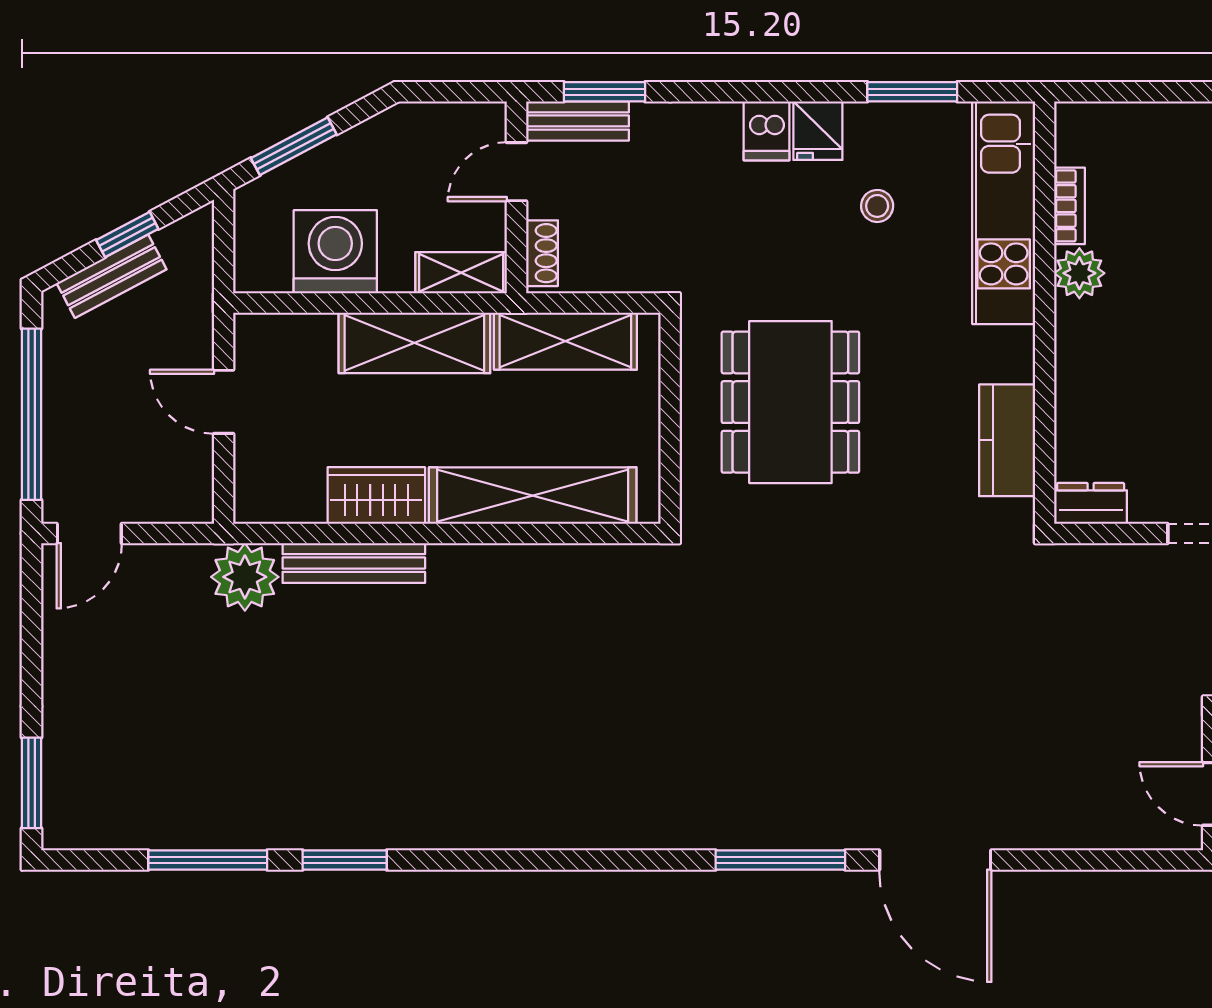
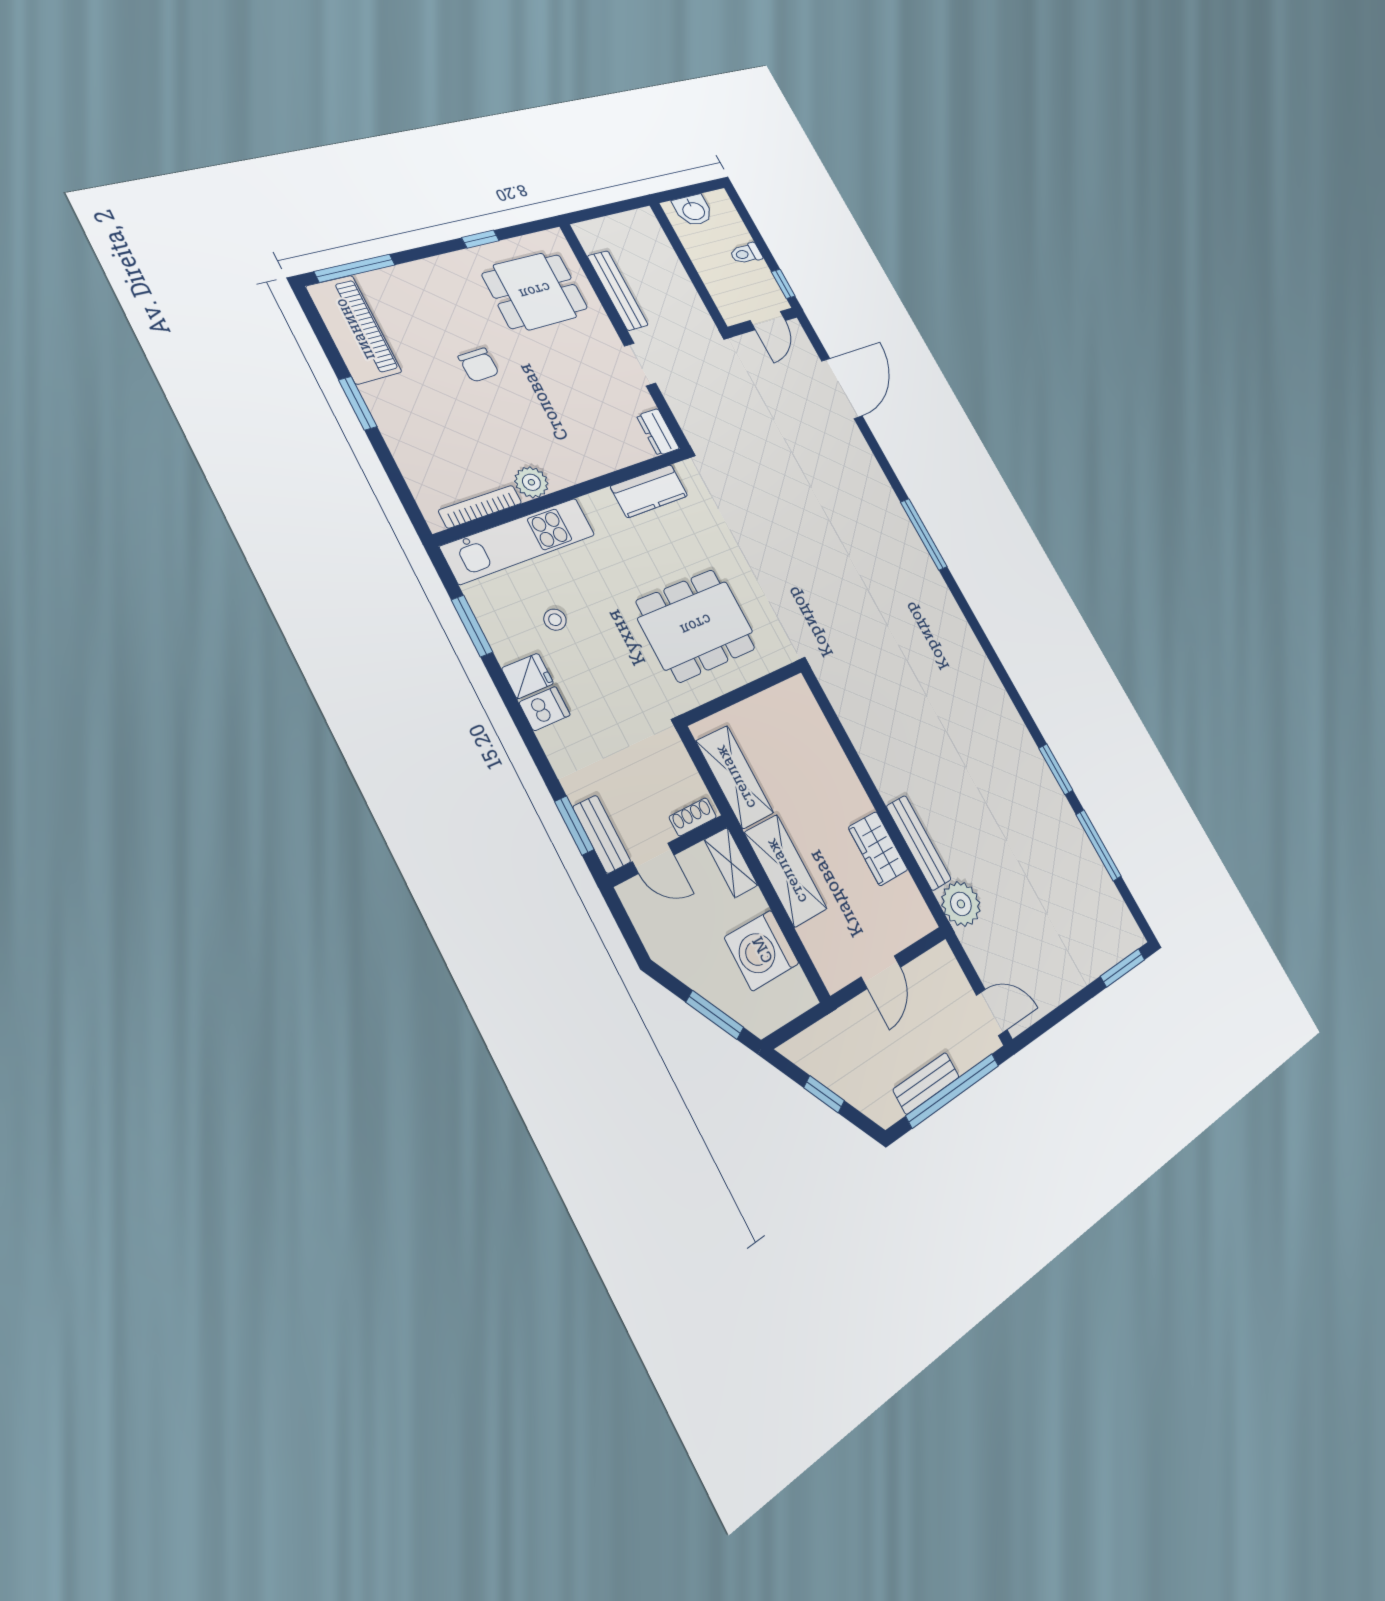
bookcase: (1070, 206) -> (480, 507), width x1.56
bench: (112, 276) -> (926, 1083), moved, turned -62
shelving: (533, 496) -> (827, 755), removed
door: (935, 860) -> (842, 388), moved

